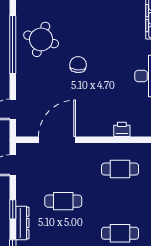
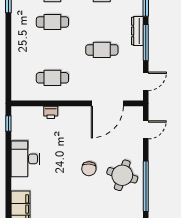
round table: (41, 39) -> (122, 175), moved
window: (13, 209) -> (146, 43), width x2.17

